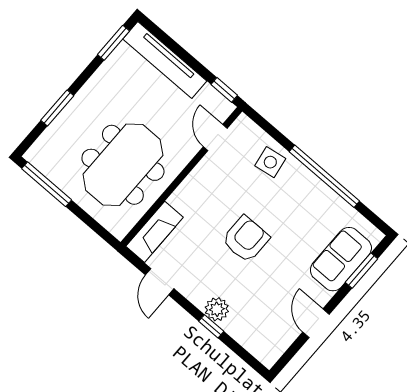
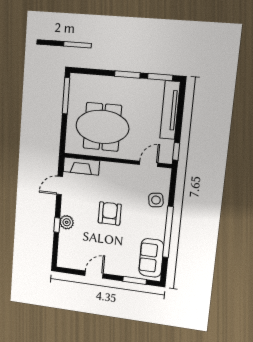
window: (57, 108) -> (127, 74), moved
armchair: (246, 239) -> (110, 214), turned -90
sofa: (341, 259) -> (151, 258), moved, turned -90

